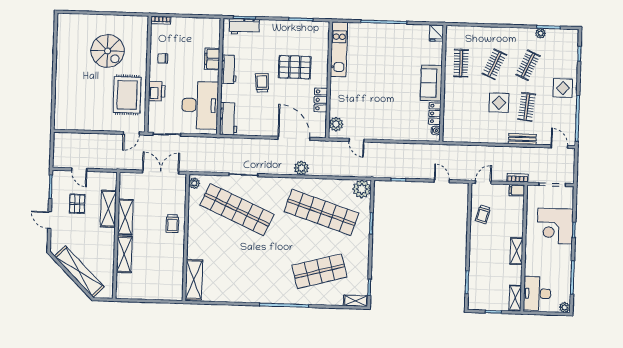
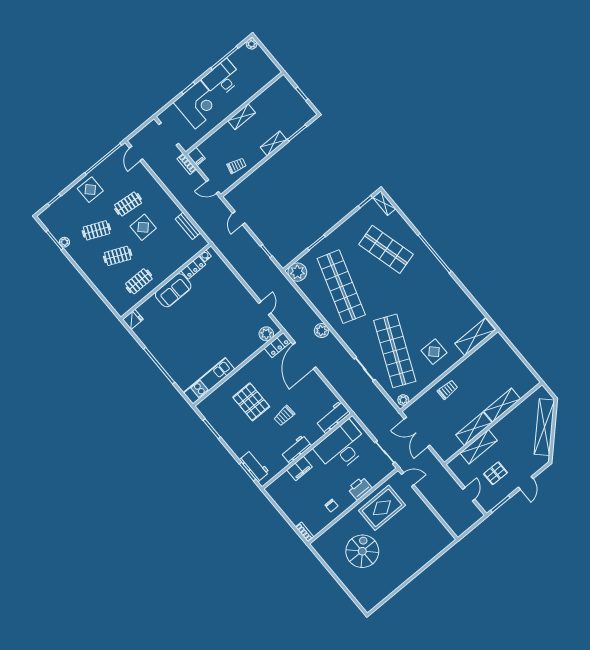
locker: (321, 100) -> (278, 345), moved
bench: (522, 139) -> (188, 226), moved
display table: (210, 239) -> (434, 352), added
desk: (537, 294) -> (222, 79), moved, turned 180
shelving: (515, 298) -> (273, 143), moved

